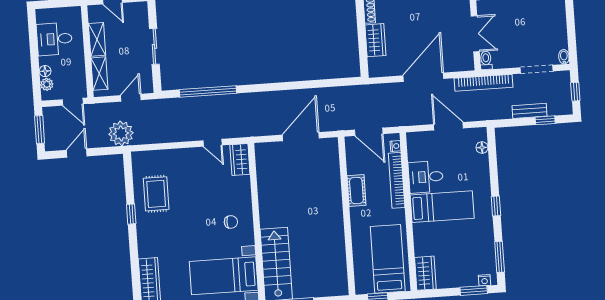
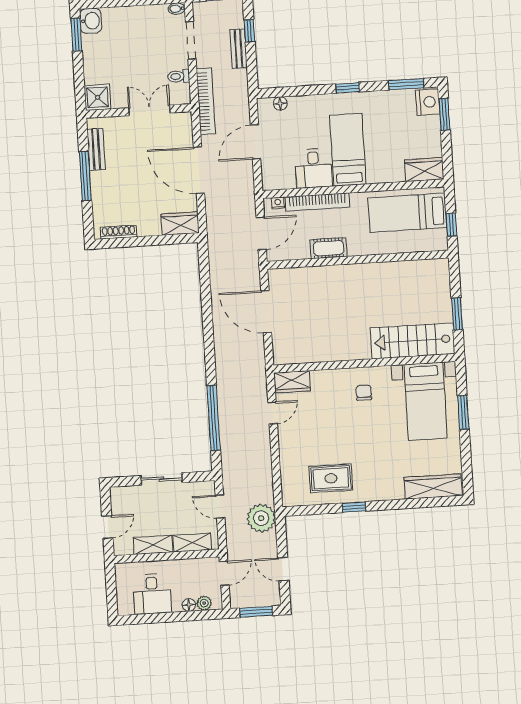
wardrobe: (375, 40) -> (180, 224), moved
toilet: (486, 60) -> (179, 76), moved
nightstand: (485, 280) -> (428, 102), width x1.89, depth x1.79

